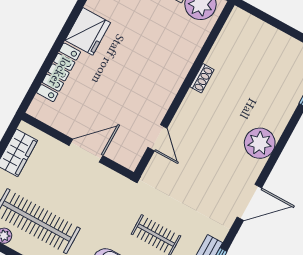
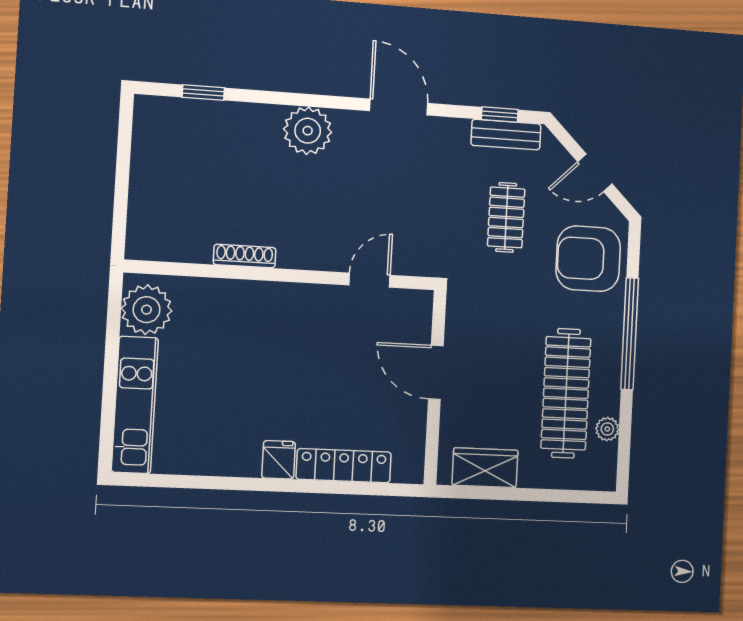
fridge: (88, 31) -> (279, 460), width x0.53, depth x0.75
shoe rack: (202, 78) -> (245, 256), width x1.43

